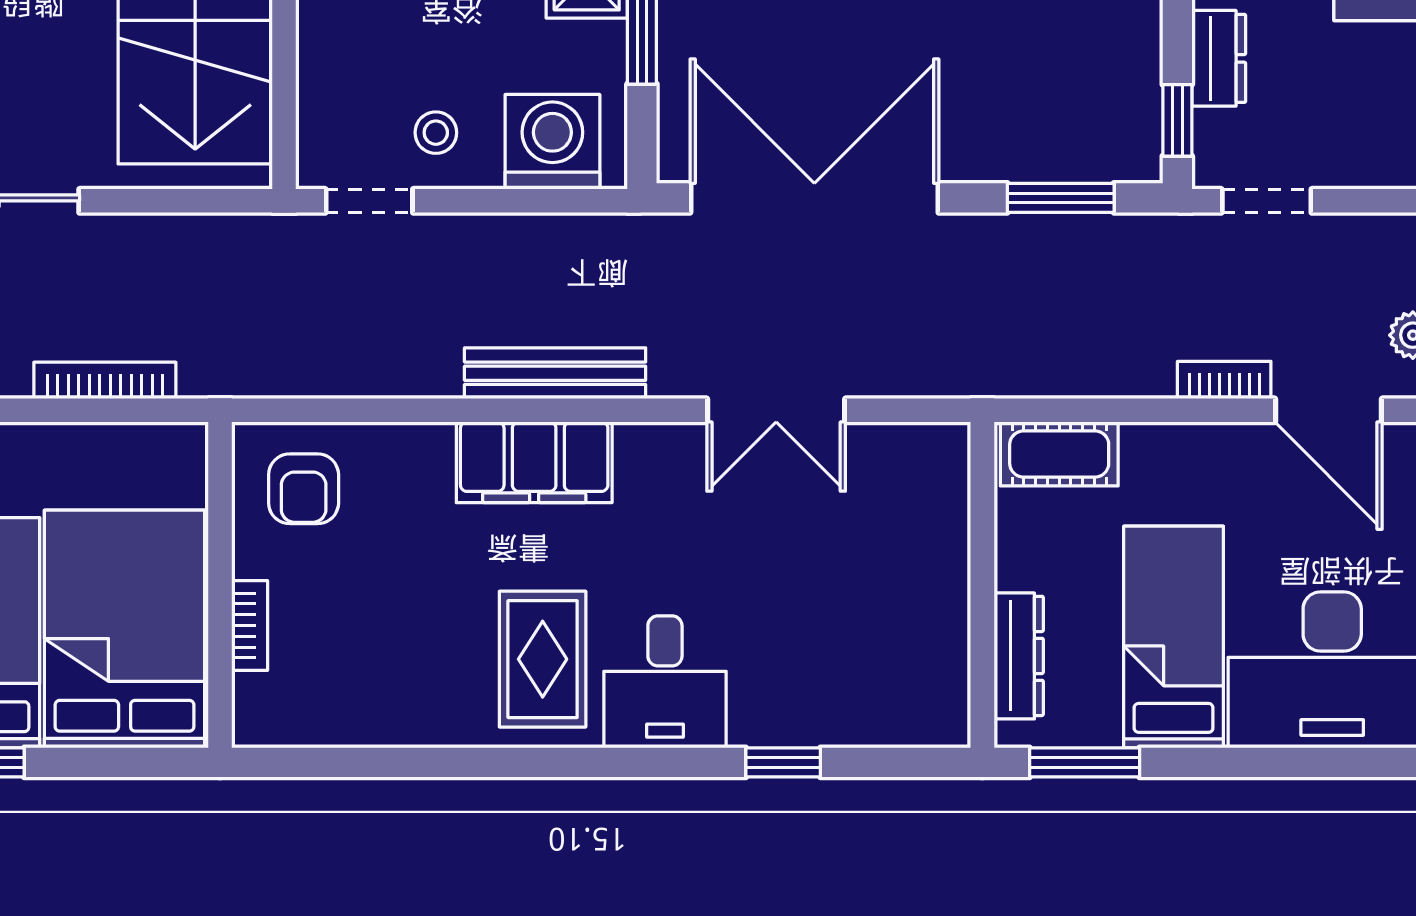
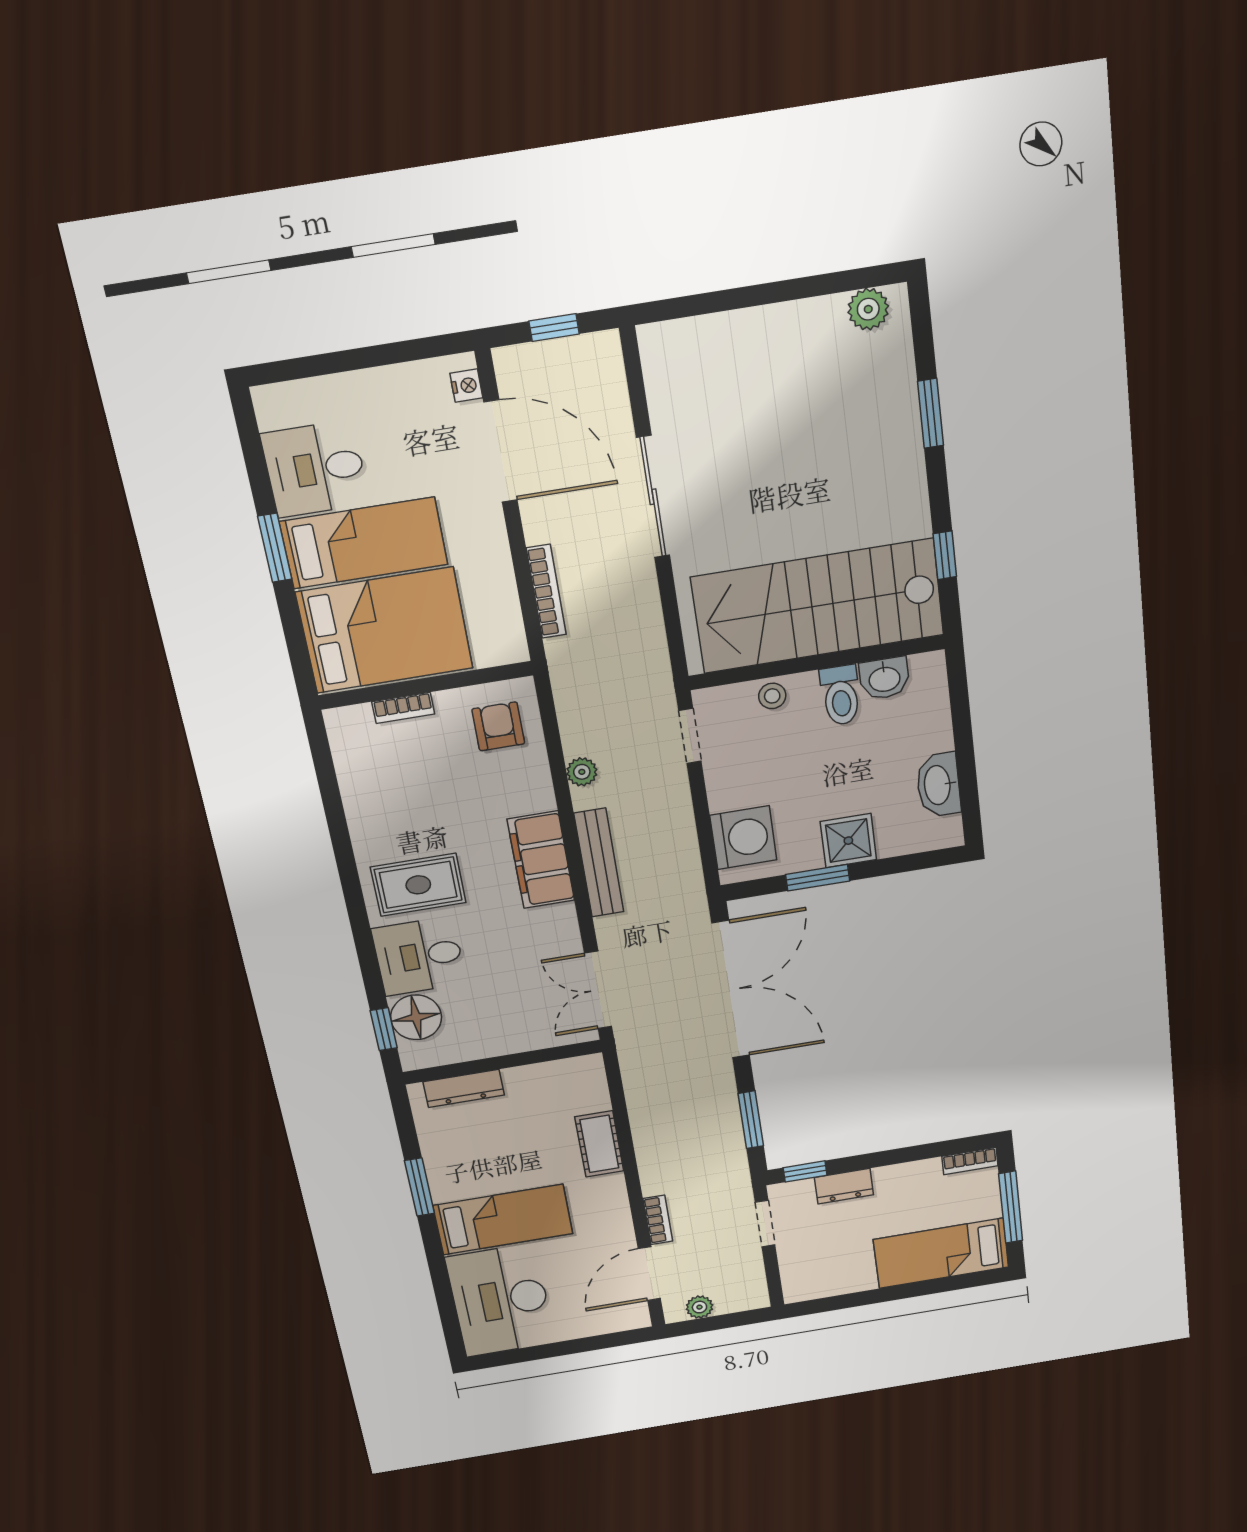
stool: (436, 133) -> (772, 696), moved
plant: (399, 375) -> (582, 772), added
armchair: (304, 489) -> (498, 726), turned 90
wall: (982, 585) -> (503, 1062), moved
dresser: (1019, 656) -> (464, 1088), moved
floor lamp: (771, 707) -> (416, 1017), added

